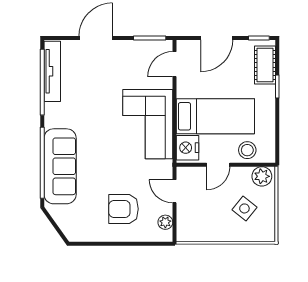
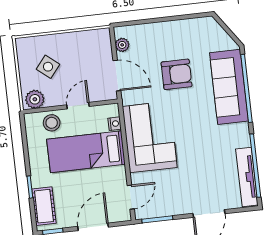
nightstand: (187, 148) -> (115, 124), width x0.53, depth x0.56
door: (174, 191) -> (117, 76), width x1.38
armchair: (123, 209) -> (177, 74), moved

